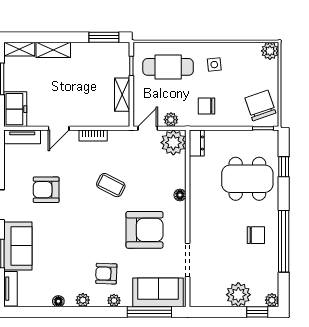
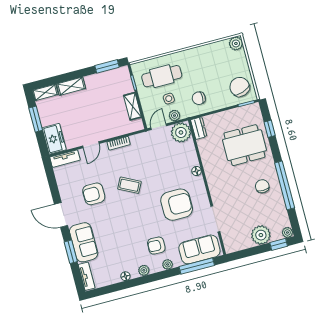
side table: (214, 65) -> (169, 99), moved
coffee table: (111, 185) -> (129, 185), moved
chair: (256, 235) -> (262, 186), turned -90

